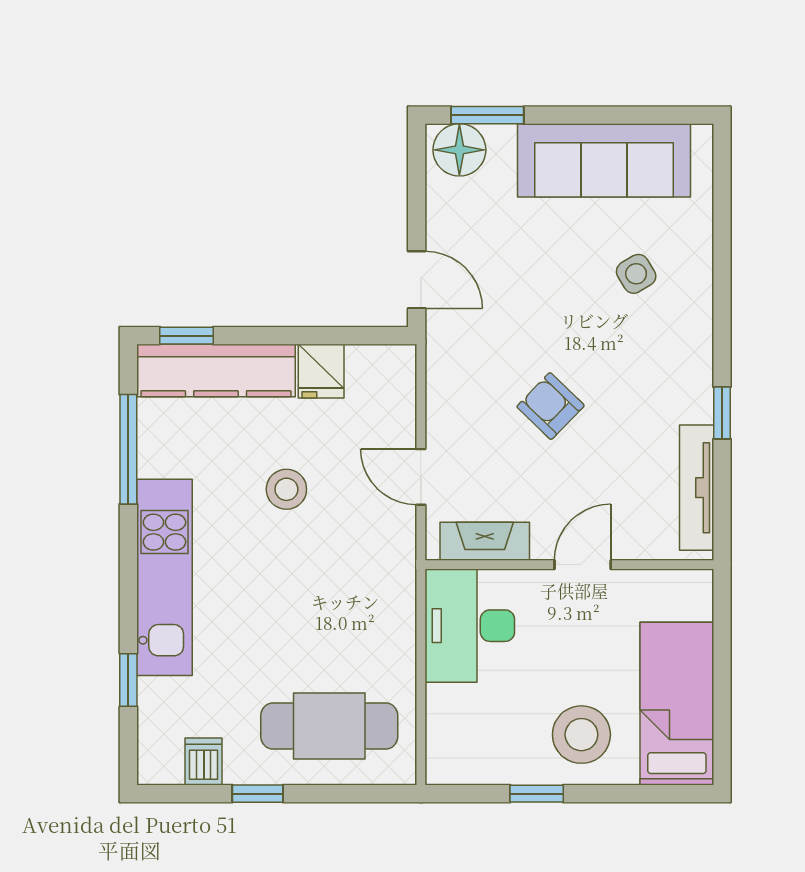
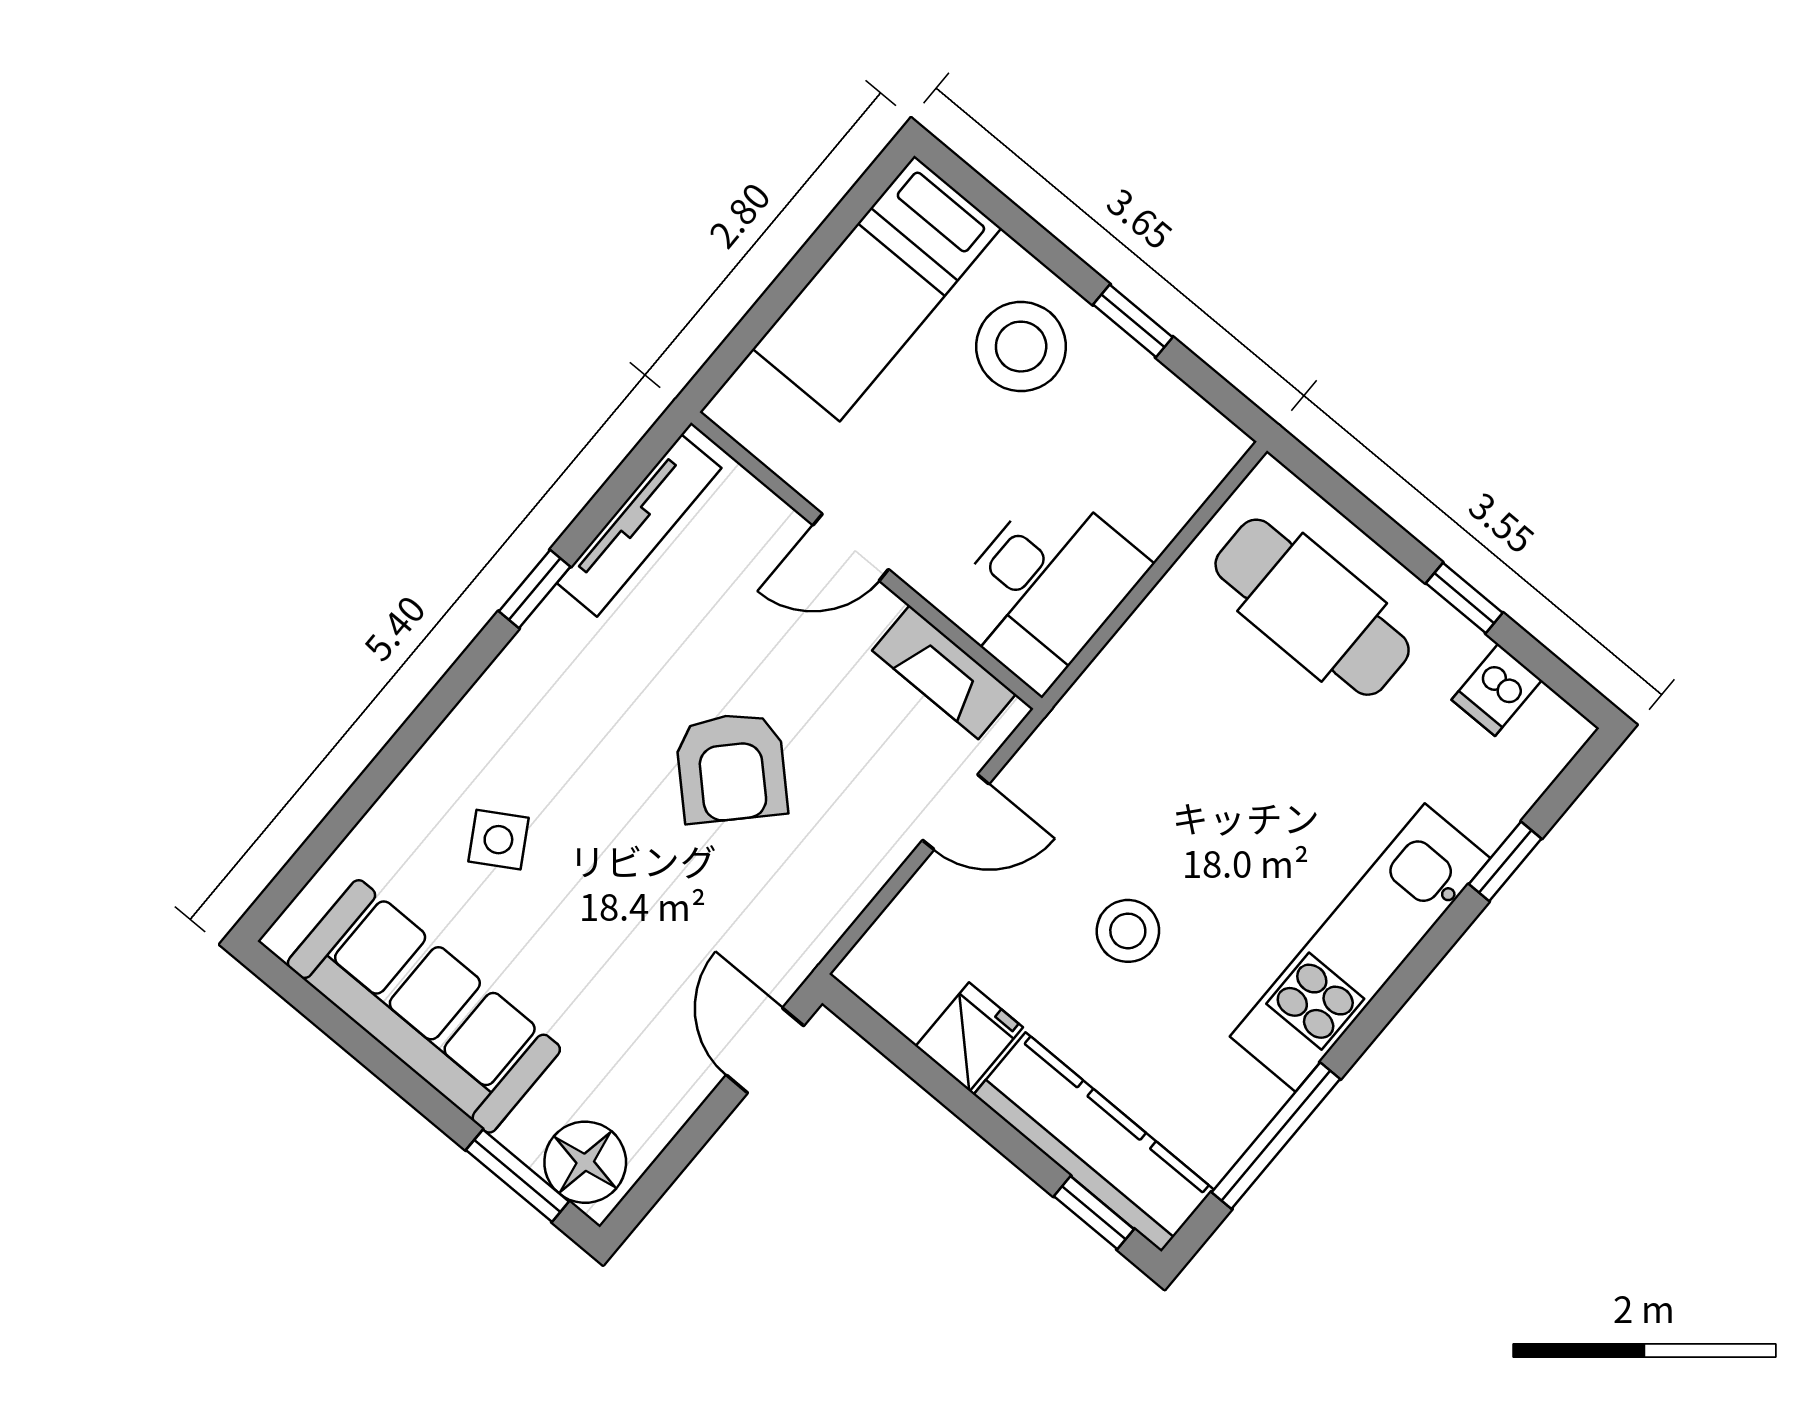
armchair: (551, 406) -> (731, 767), width x1.38, depth x1.38
door: (421, 477) -> (956, 812), hinge flipped

